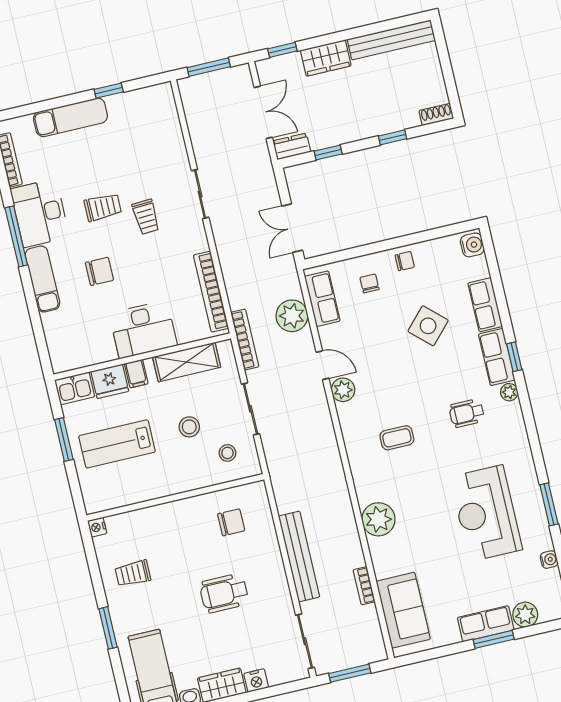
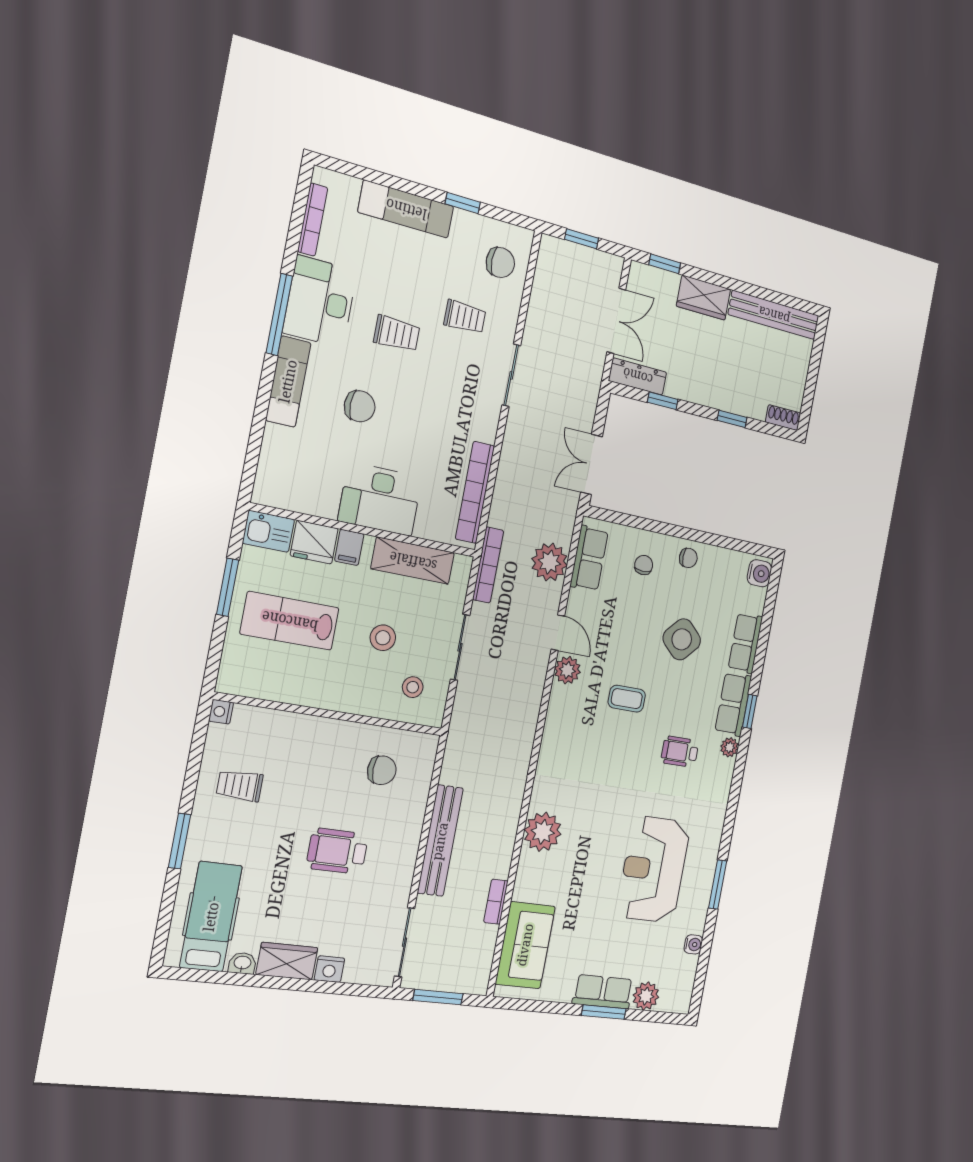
window: (209, 67) -> (582, 239), width x0.67
chair: (155, 117) -> (500, 263), added
dresser: (292, 146) -> (638, 376), width x1.44
trolley: (146, 217) -> (465, 317), moved, turned -87
coffee table: (397, 438) -> (627, 699), moved

